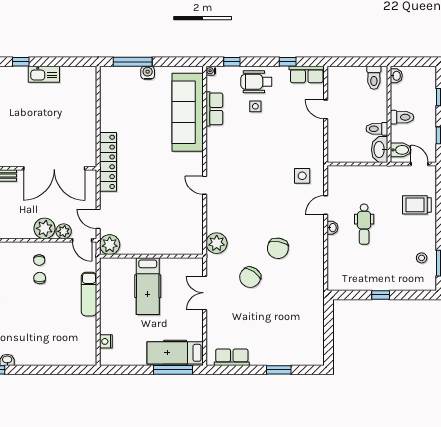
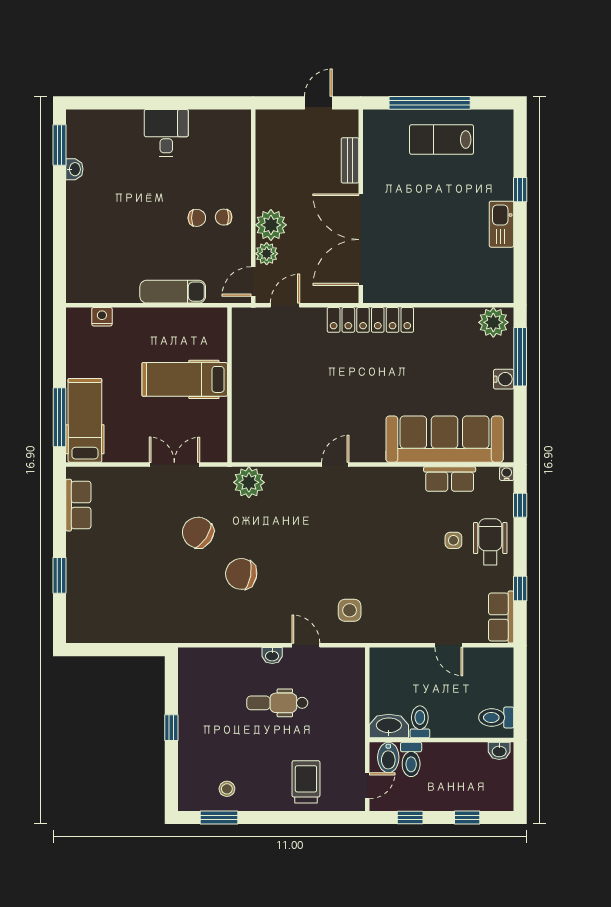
door: (326, 109) -> (449, 645), swing flipped
toilet: (402, 117) -> (411, 759), moved
plant: (110, 245) -> (493, 322), moved

